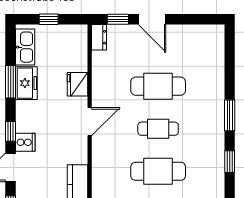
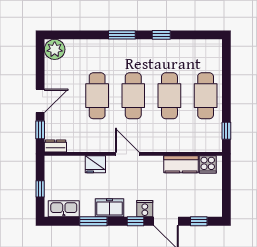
plant: (213, 36) -> (55, 49), added
freezer: (26, 83) -> (109, 208), moved
cafe table: (158, 129) -> (133, 96), width x1.37, depth x1.35

